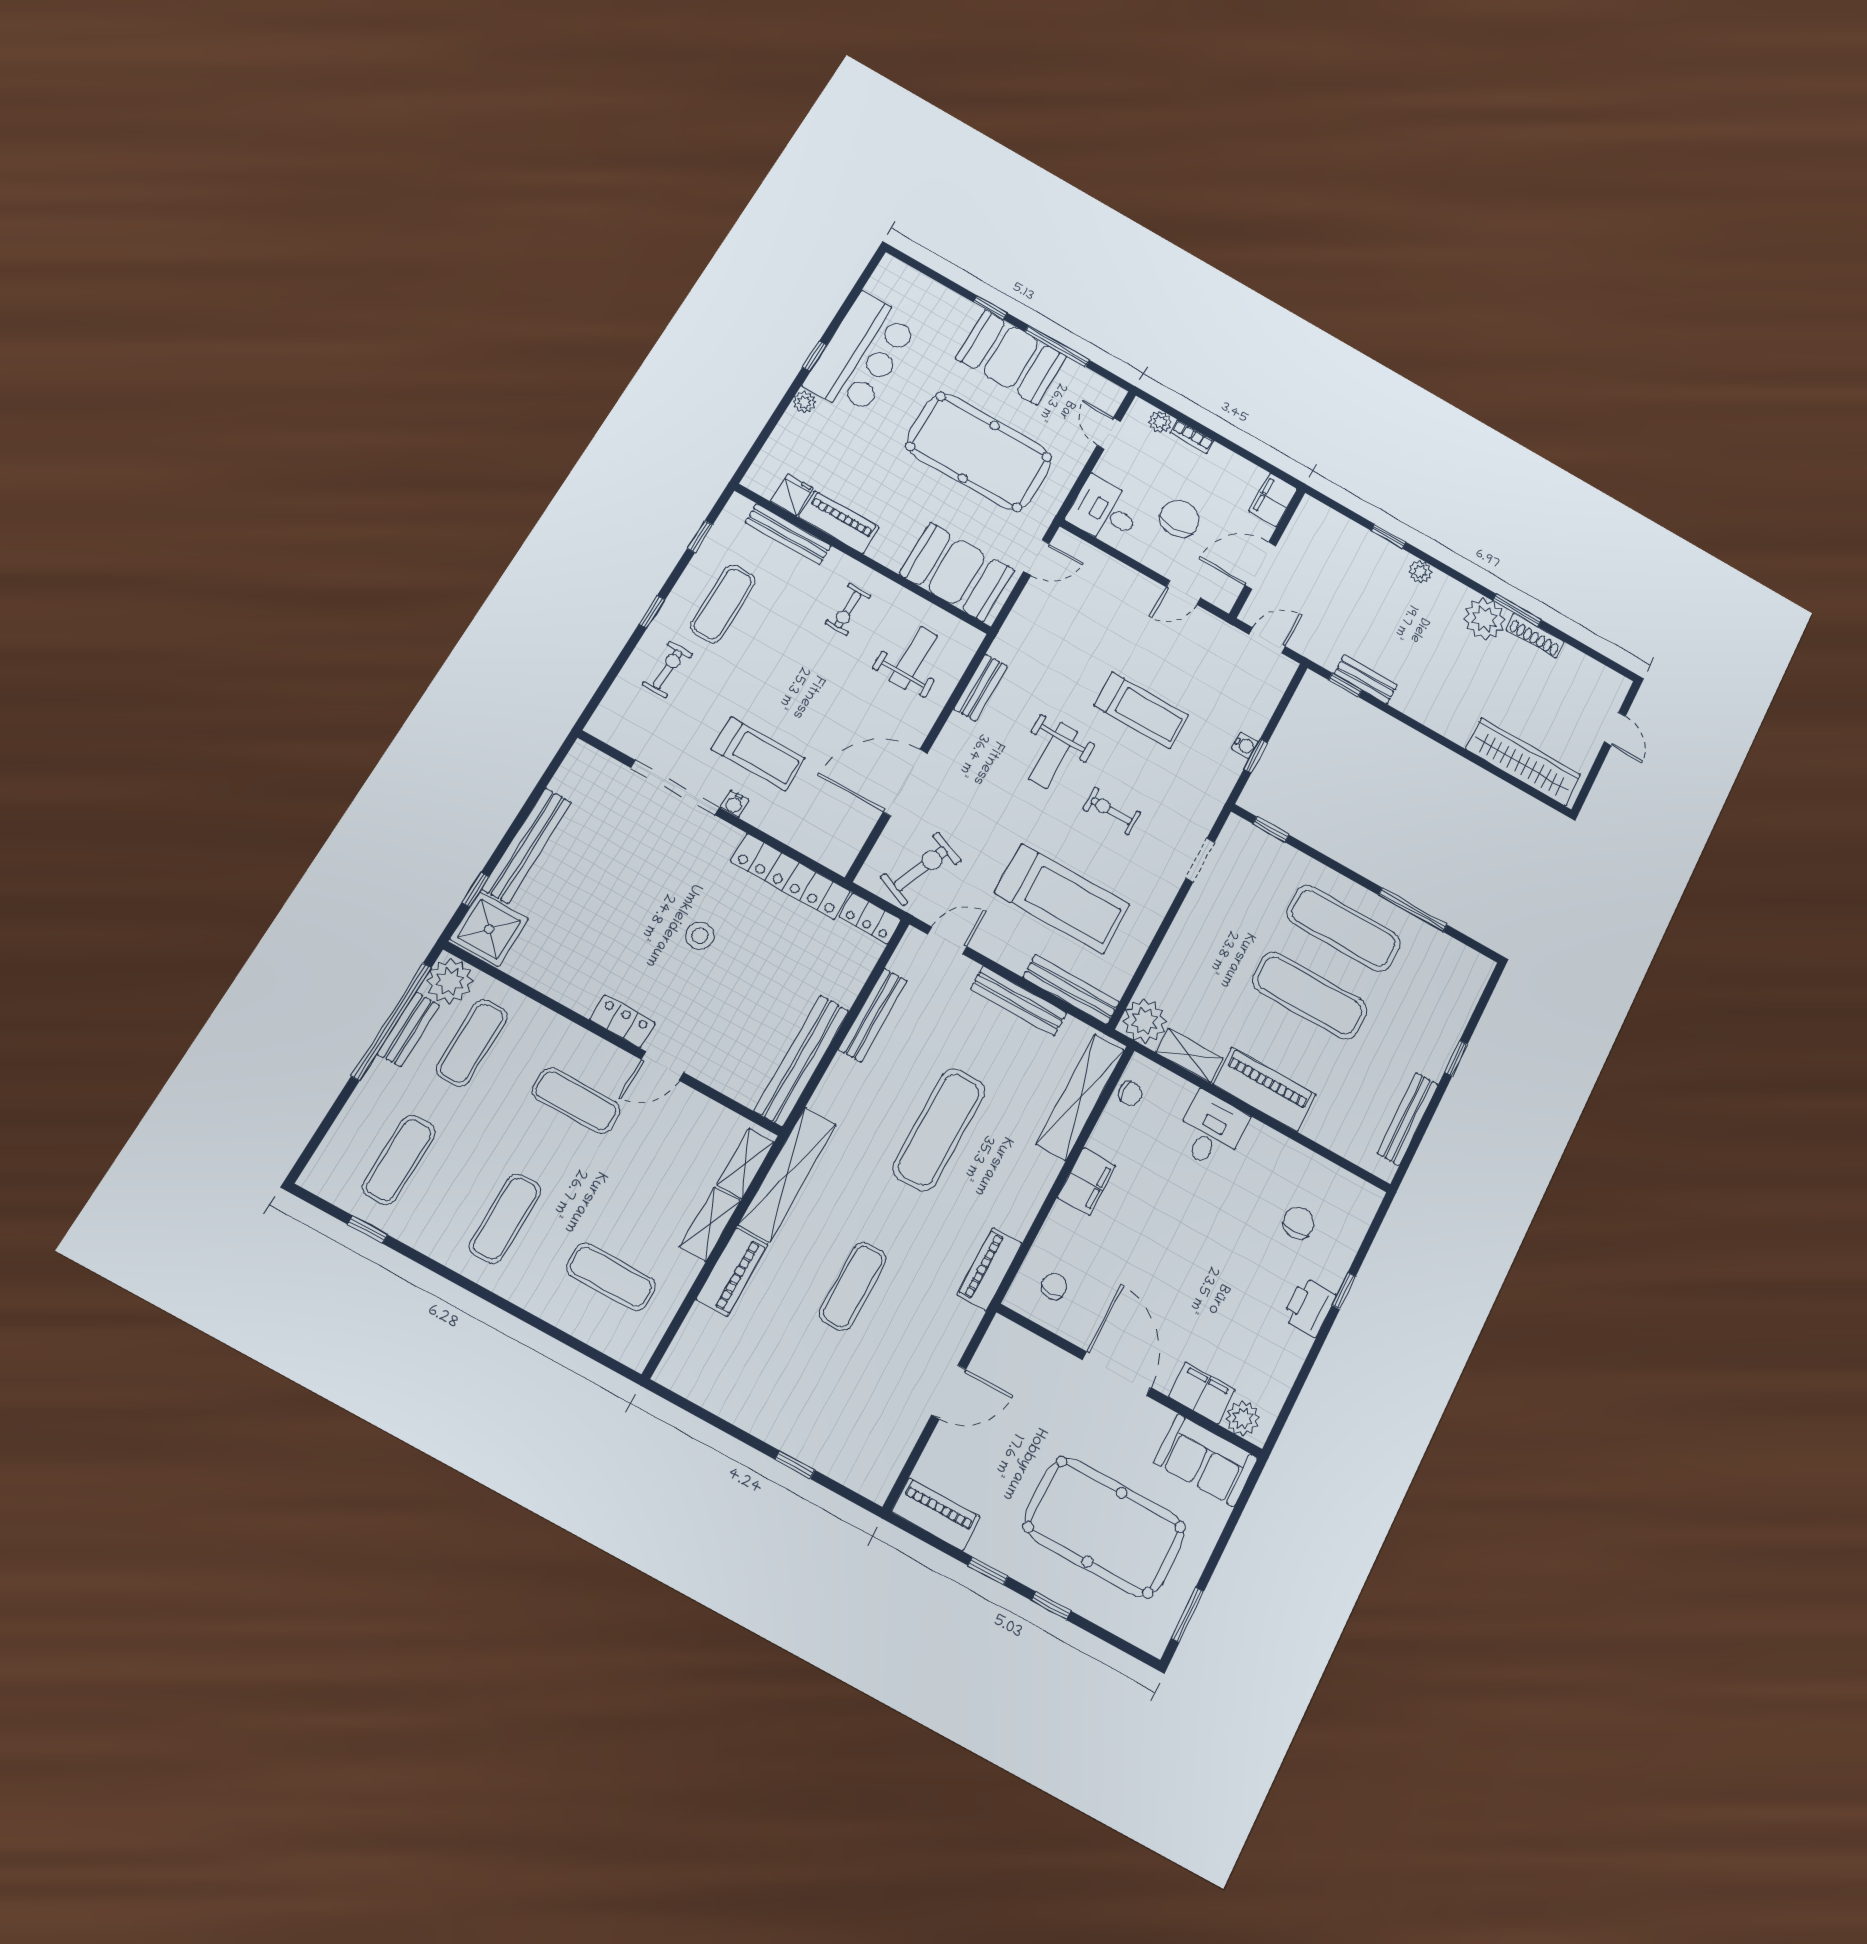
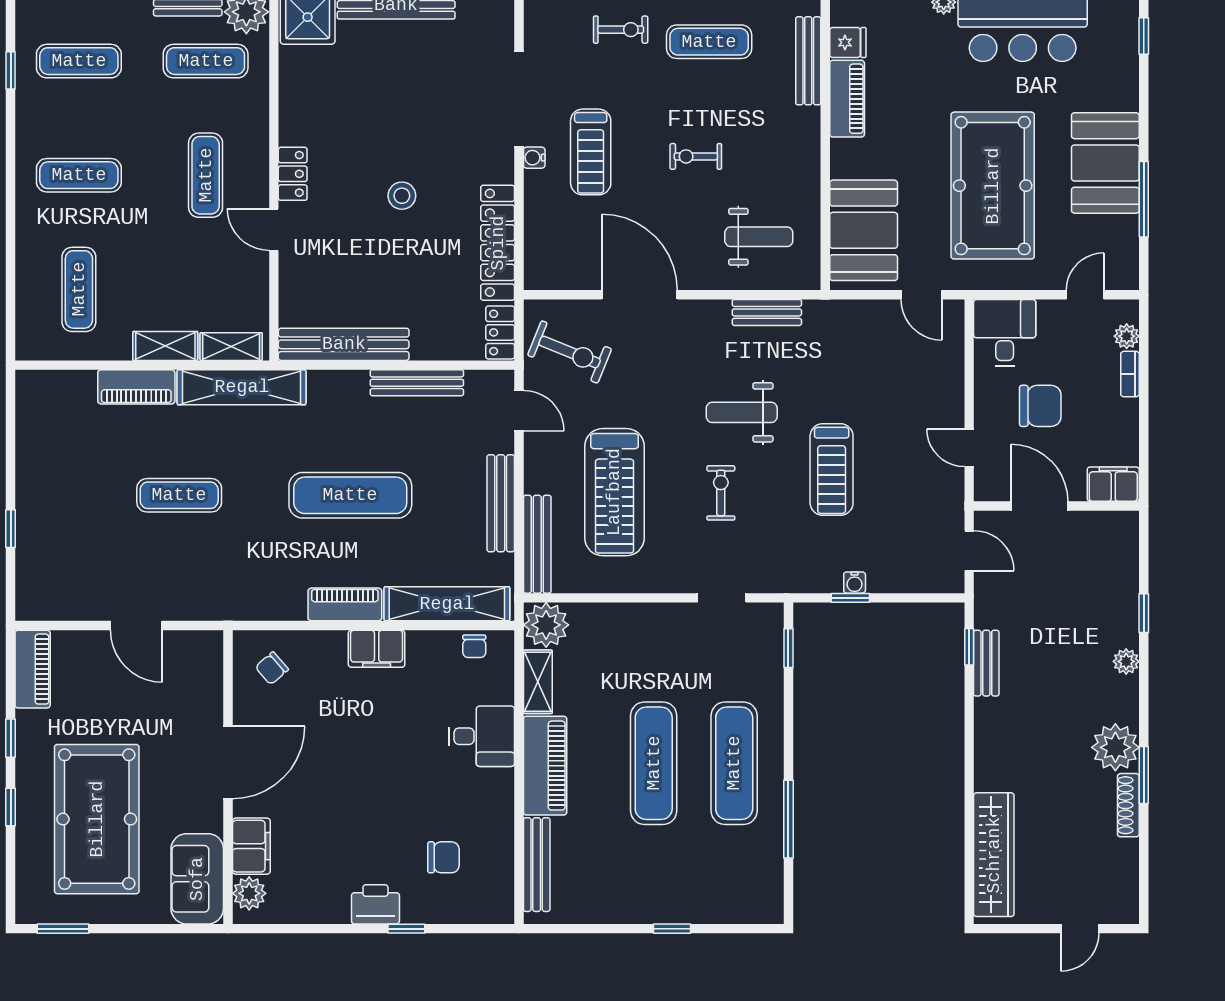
window: (990, 307) -> (1144, 36), moved
exercise bike: (848, 610) -> (696, 156), moved
bench: (1408, 1119) -> (537, 865), moved, turned 90
piano: (990, 1269) -> (345, 604), moved
chair: (1054, 1286) -> (272, 668), turned 139

